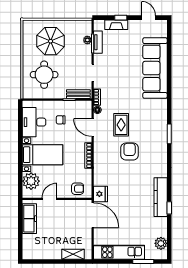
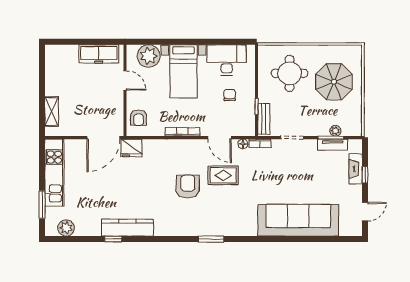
door: (93, 127) -> (220, 138), swing flipped
armchair: (130, 152) -> (188, 186), turned -90

